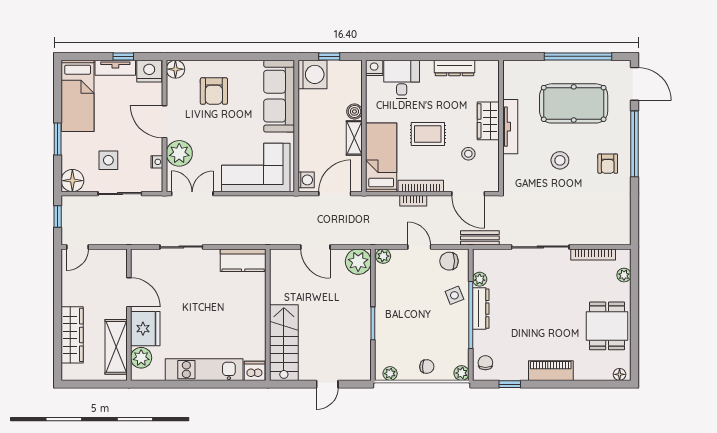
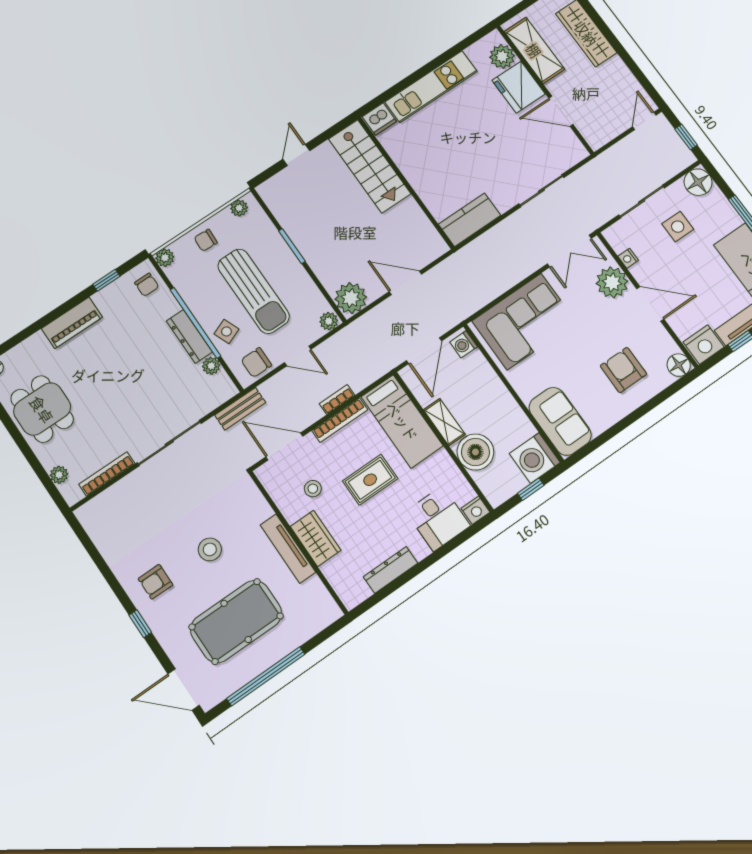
sofa: (279, 96) -> (560, 421), width x0.73
boiler: (354, 111) -> (475, 452), width x1.86, depth x1.86
window: (635, 144) -> (140, 624), width x0.32
armchair: (608, 164) -> (155, 582), turned -90
chair: (449, 261) -> (256, 363), turned 180
sun lounger: (419, 310) -> (254, 291), added

